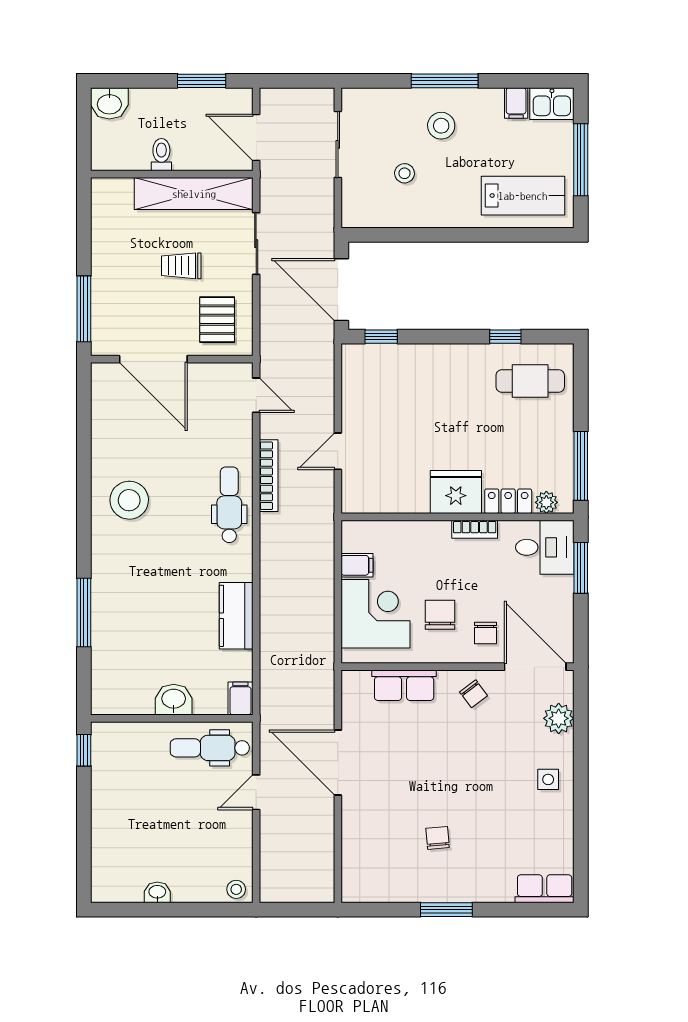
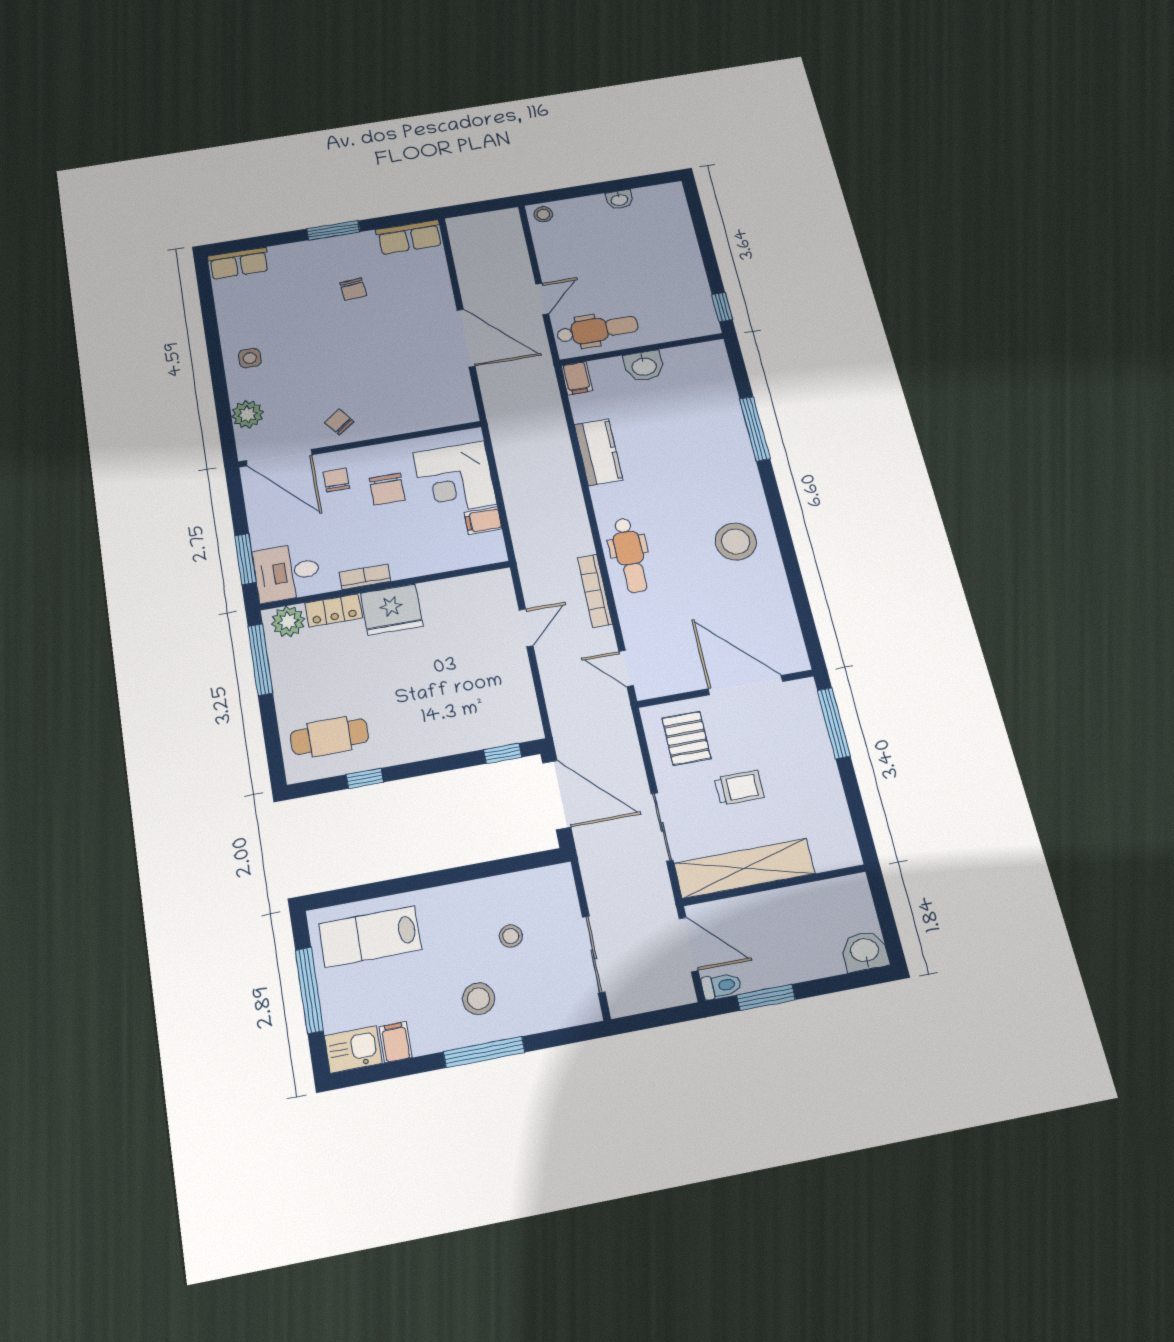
toilet: (161, 155) -> (721, 986), moved, turned -90
plant: (546, 502) -> (288, 622), width x1.38, depth x1.38
row of seats: (404, 685) -> (409, 237), moved, turned 180

